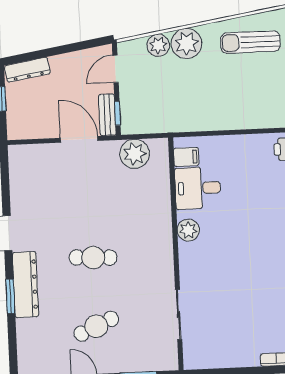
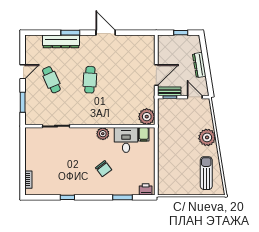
plant: (158, 45) -> (207, 122), removed
dresser: (27, 70) -> (199, 65), moved
plant: (135, 154) -> (147, 117), moved
chair: (251, 226) -> (104, 169), added
dresser: (26, 285) -> (61, 41), moved

